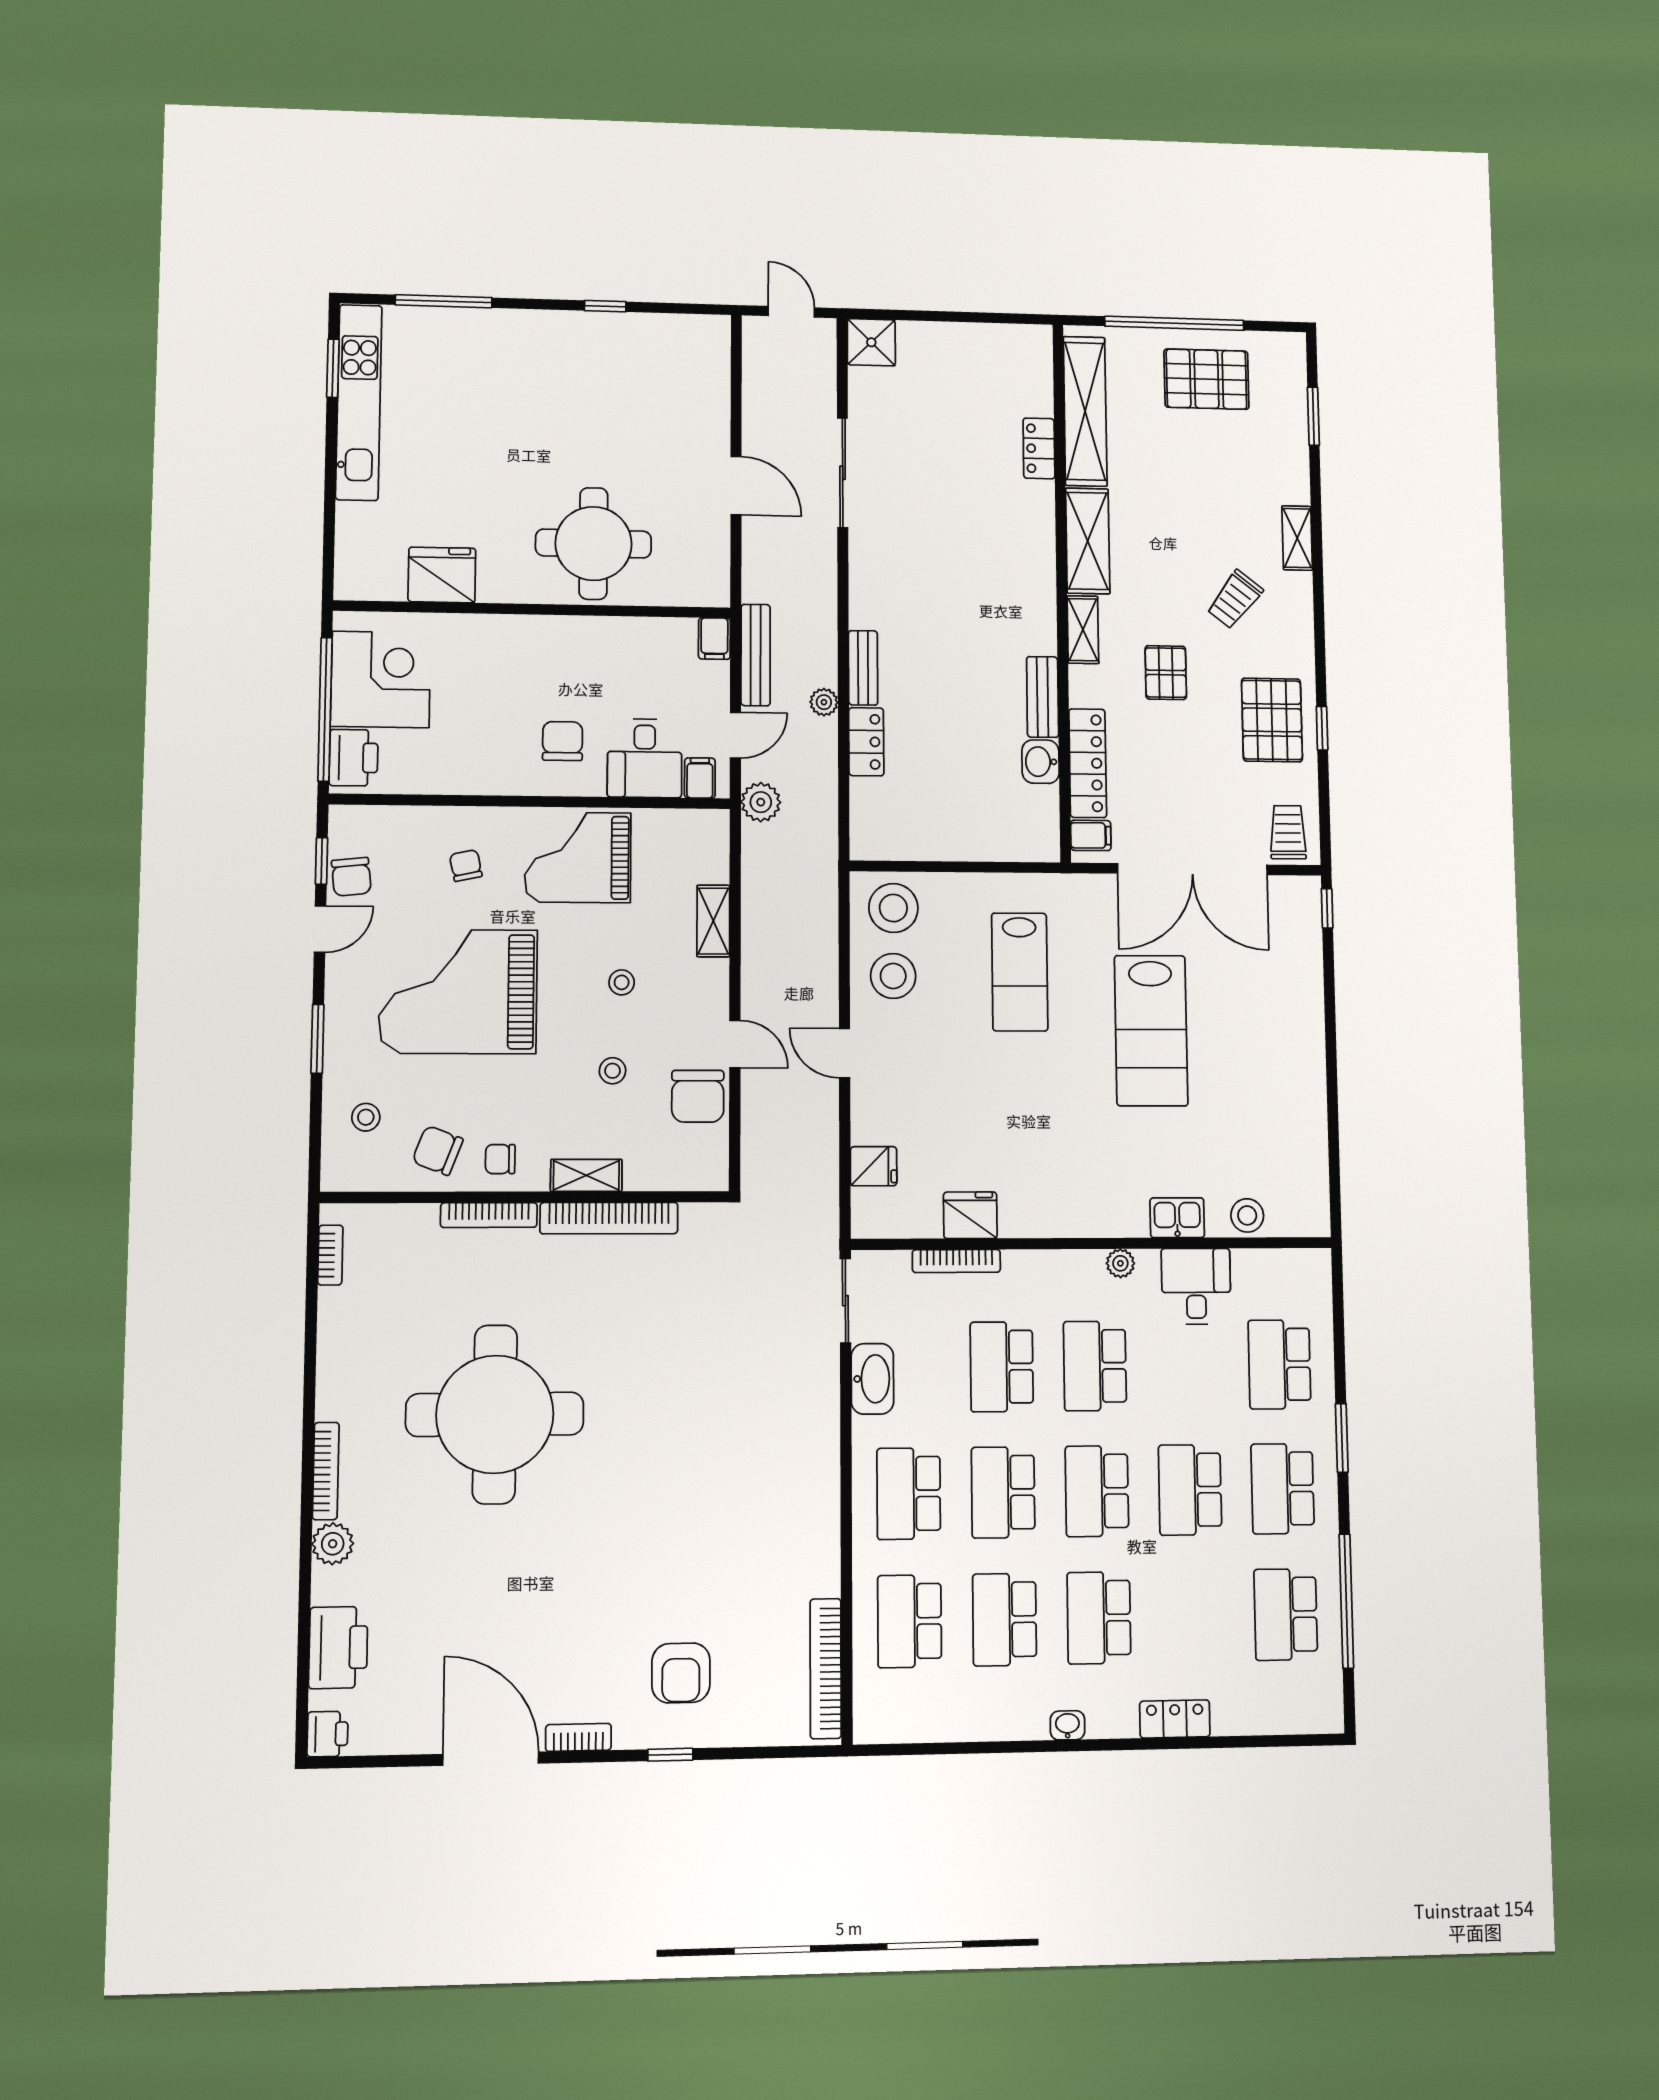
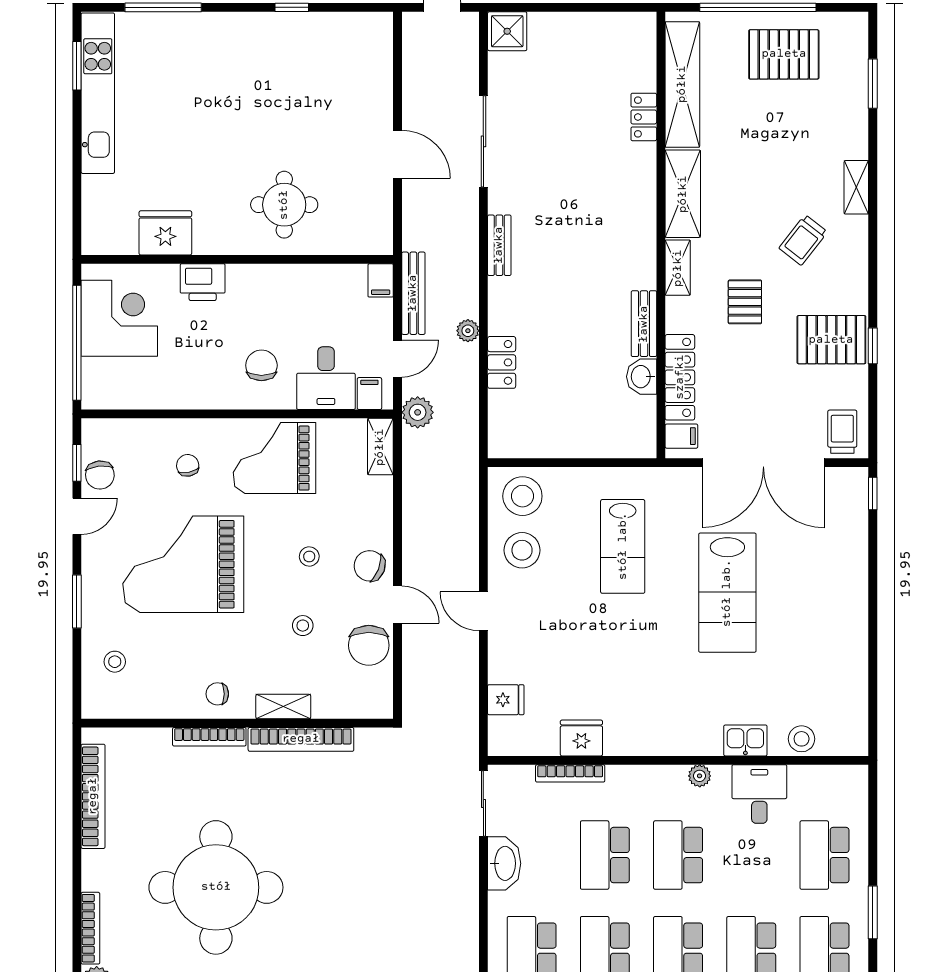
round table: (593, 544) -> (284, 205), width x0.73, depth x0.73
bench: (863, 668) -> (499, 245), moved
pallet: (1272, 720) -> (831, 340), turned 90
printer: (354, 758) -> (203, 282), moved, turned 90
shelving: (713, 921) -> (380, 447), moved
chair: (438, 1150) -> (370, 566), moved
bookcase: (330, 1255) -> (93, 796), width x2.31, depth x1.31

